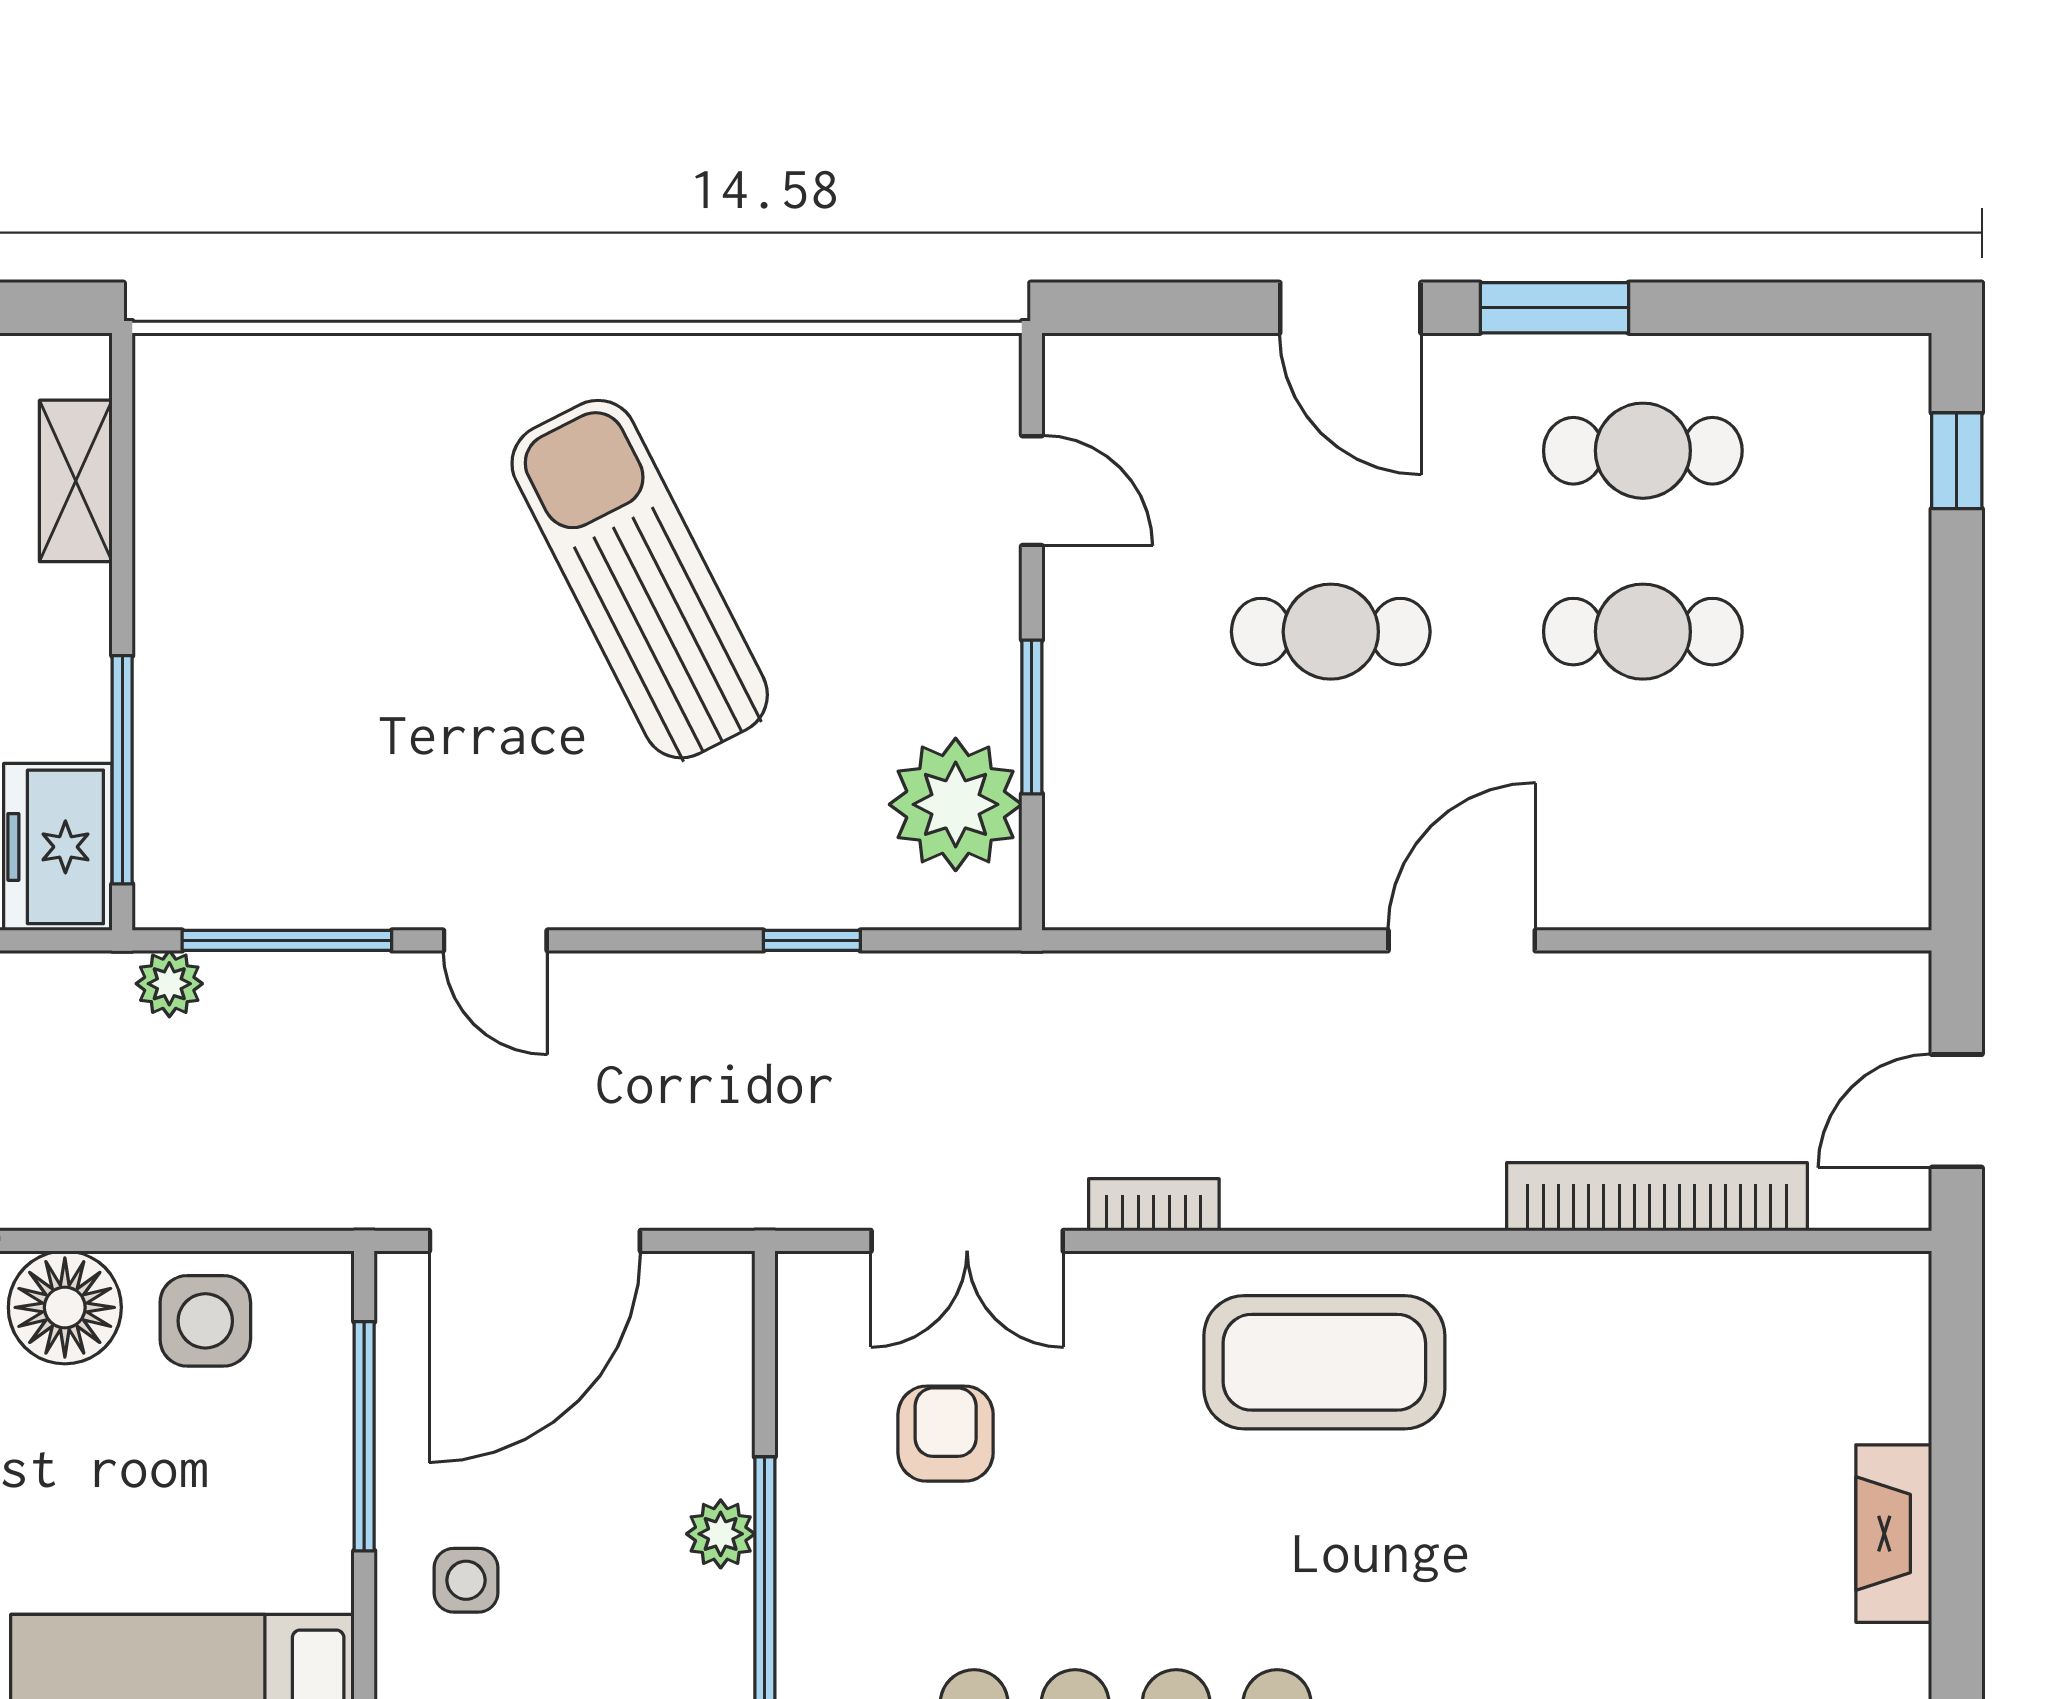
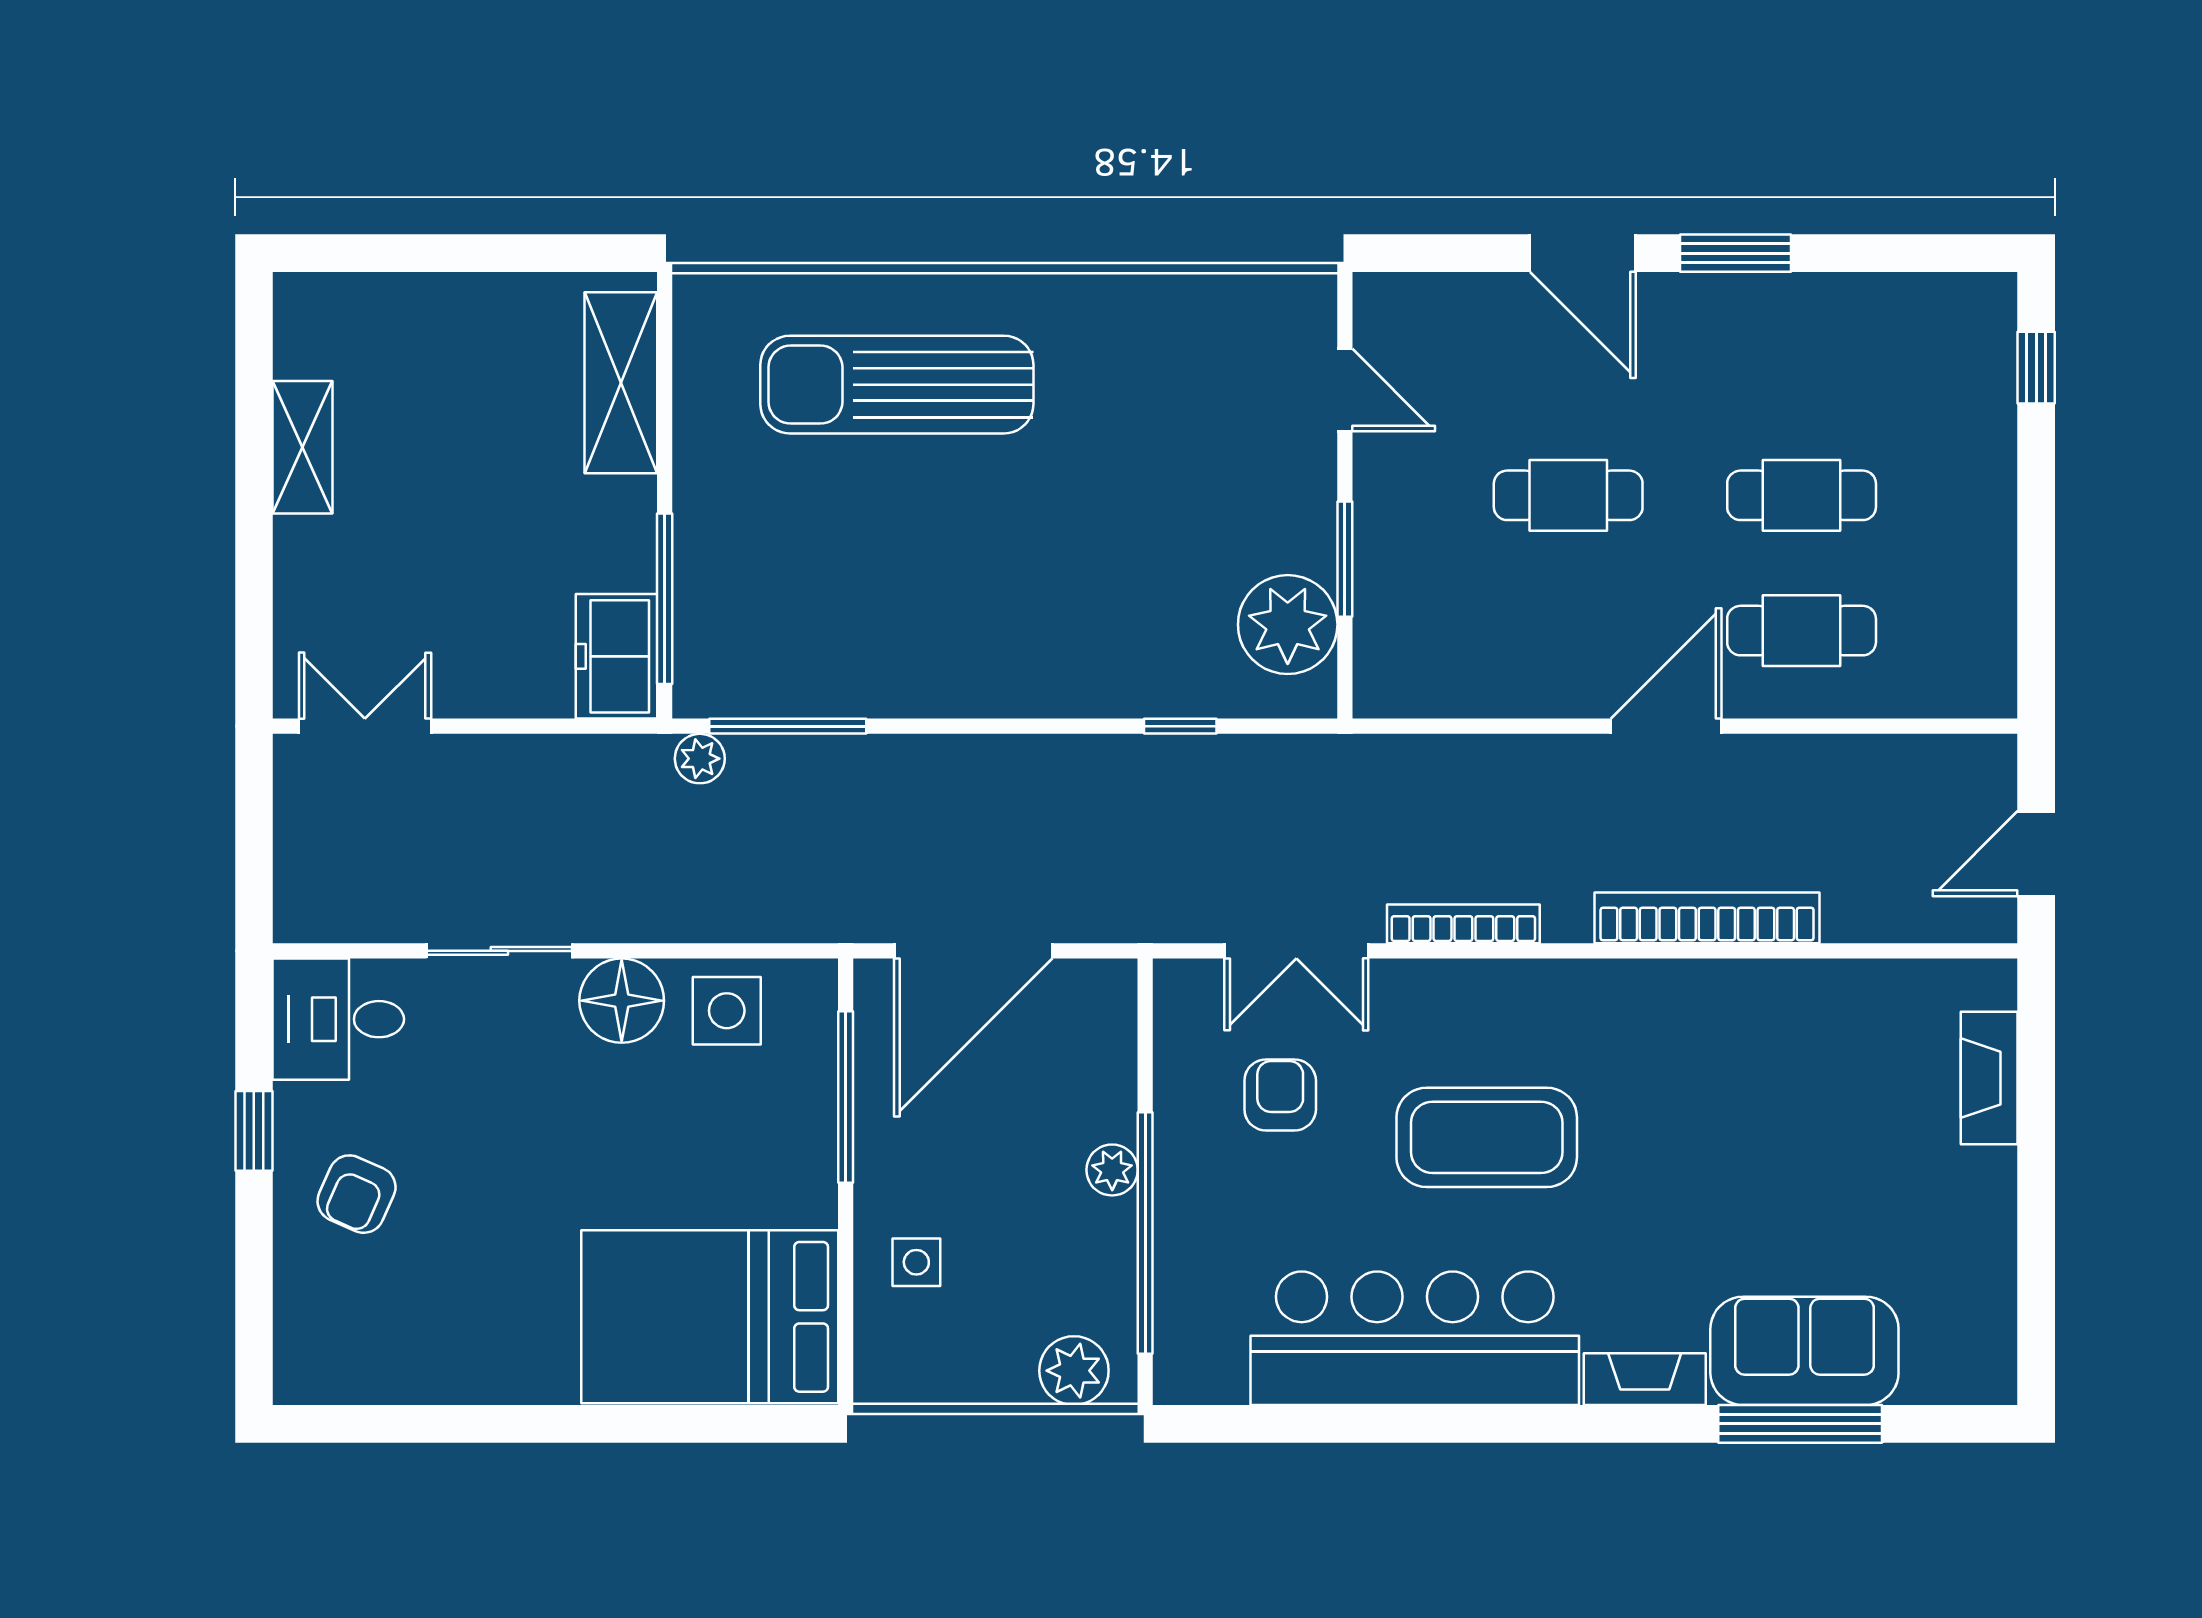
cafe table: (1643, 451) -> (1802, 631), moved
shelving: (76, 481) -> (621, 383), width x1.50, depth x1.33
sun lounger: (640, 579) -> (897, 385), moved, turned -63
door: (495, 940) -> (944, 726), removed
bookcase: (1657, 1197) -> (1707, 918), moved
bookcase: (1154, 1205) -> (1463, 924), width x1.56
coffee table: (1324, 1362) -> (1487, 1137), moved
fireplace: (1894, 1534) -> (1989, 1078), moved
side table: (466, 1580) -> (916, 1262), moved

